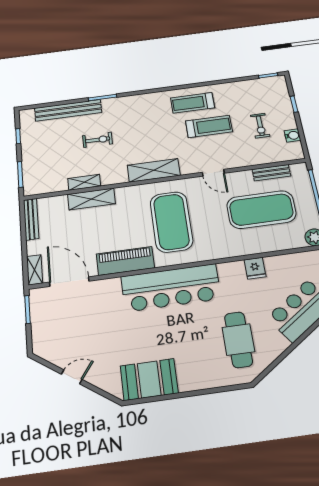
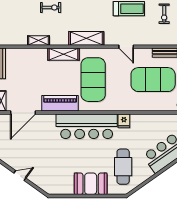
shelving: (91, 199) -> (63, 54), moved
fridge: (255, 268) -> (124, 121), moved
door: (69, 282) -> (23, 112), swing flipped
booth: (149, 379) -> (91, 184), moved

